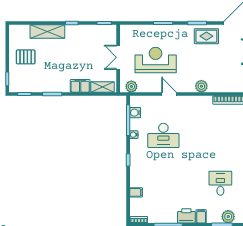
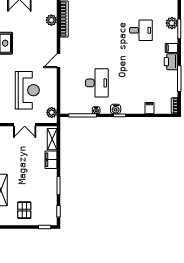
reception desk: (156, 60) -> (27, 90), turned 180
plant: (201, 86) -> (51, 20), moved
door: (169, 94) -> (58, 61), moved
water cooler: (135, 113) -> (116, 109), moved
desk: (220, 183) -> (141, 30), turned 180

